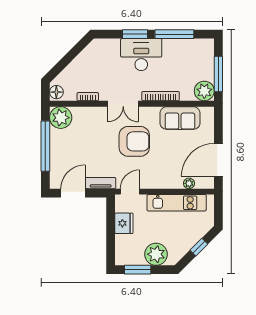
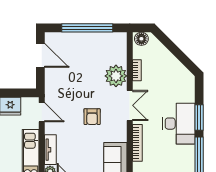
double door: (123, 104) -> (130, 105), swing flipped
plant: (61, 118) -> (116, 76), moved
armchair: (134, 141) -> (92, 117), width x0.53, depth x0.53
tv unit: (101, 183) -> (50, 150), moved

